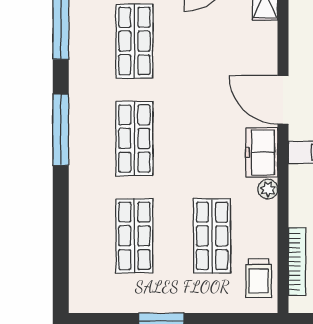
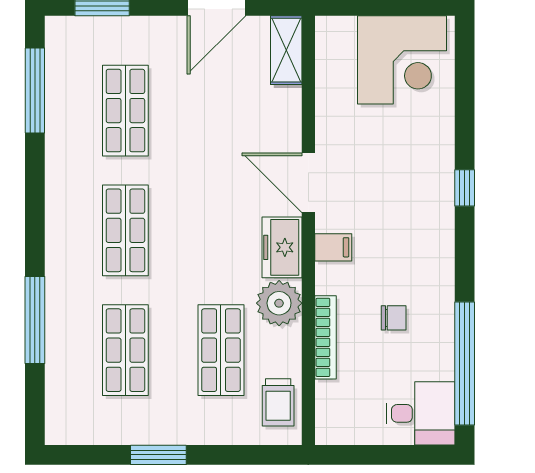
window: (61, 130) -> (35, 320), moved
plant: (268, 189) -> (279, 303), width x1.88, depth x1.88
bookcase: (297, 262) -> (325, 337), moved

